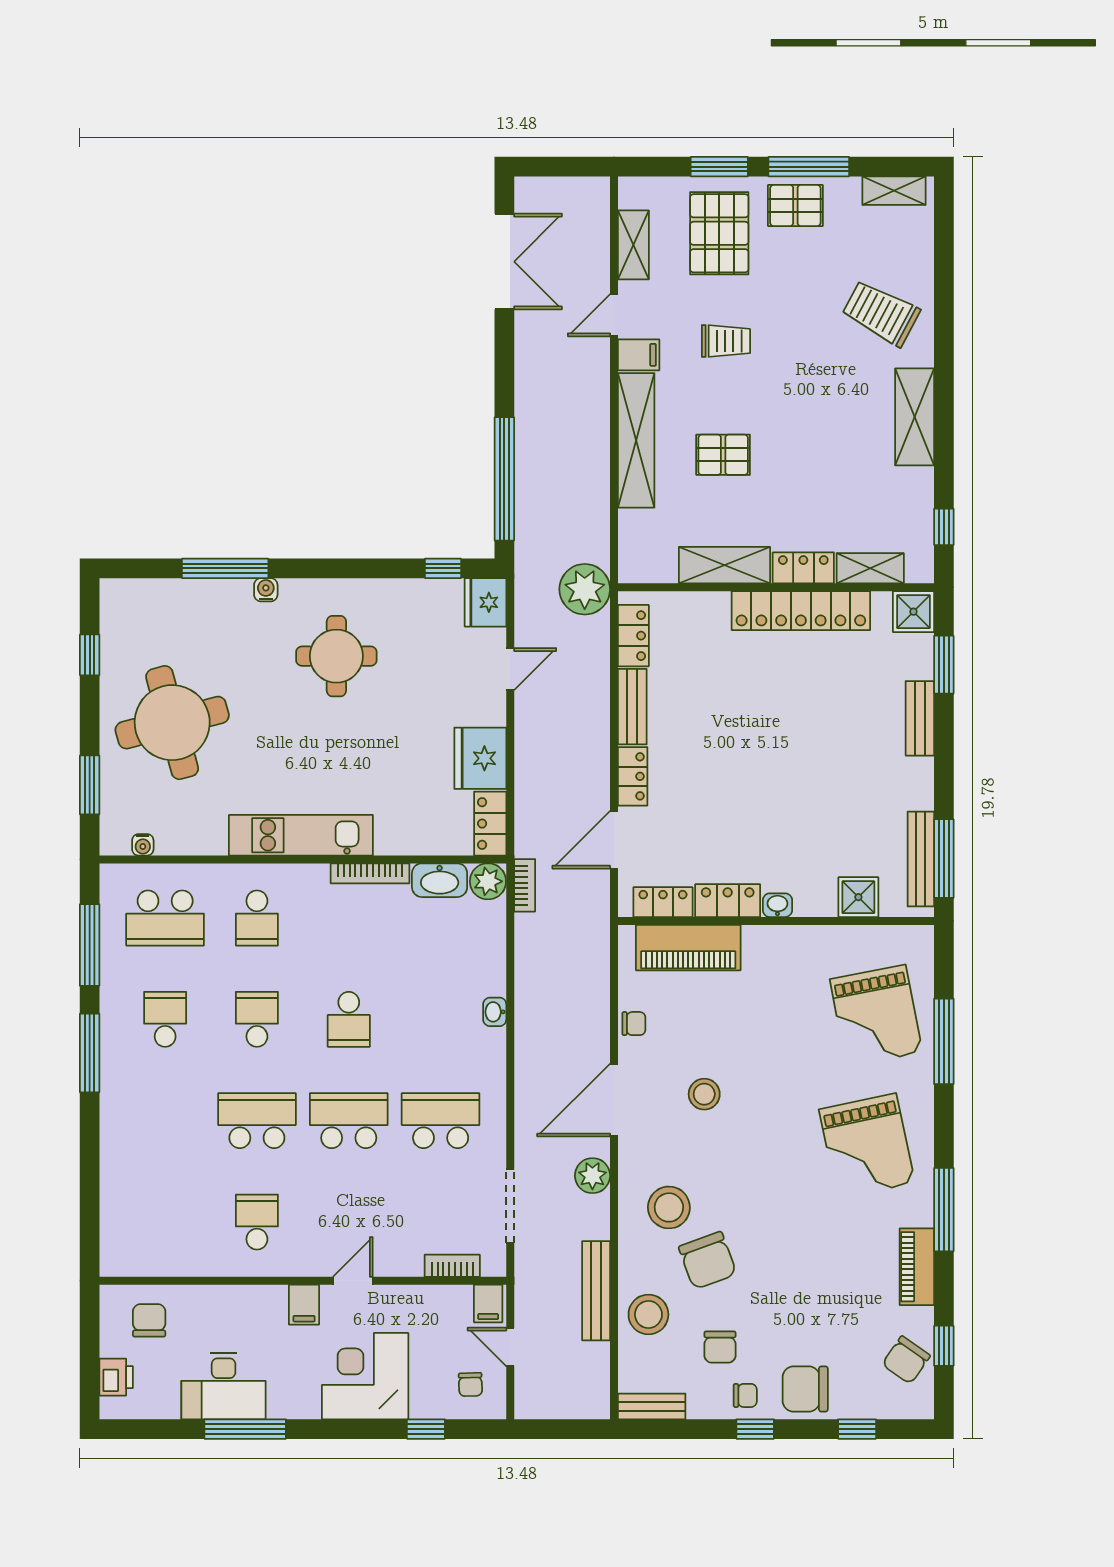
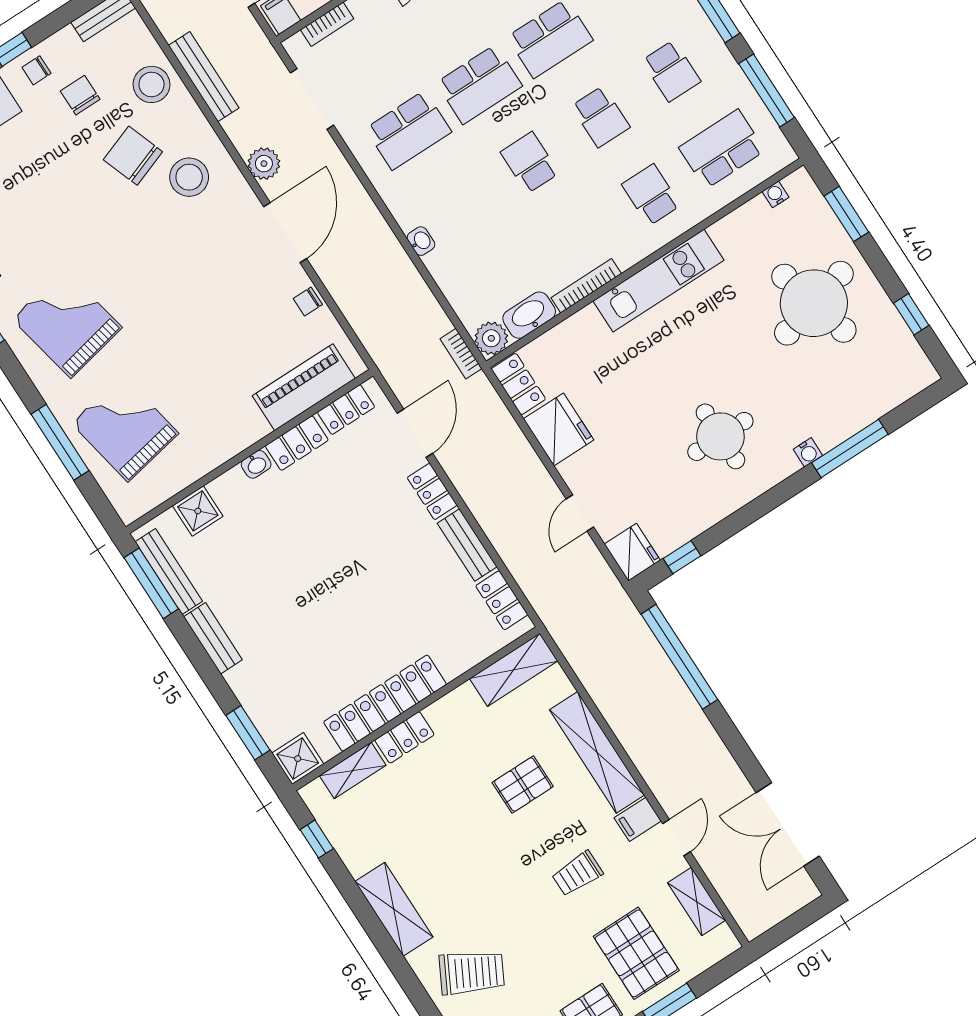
shelving: (724, 565) -> (514, 670), moved
plant: (585, 589) -> (562, 612), removed
bench: (920, 718) -> (213, 638), moved
stool: (704, 1094) -> (218, 282), removed

